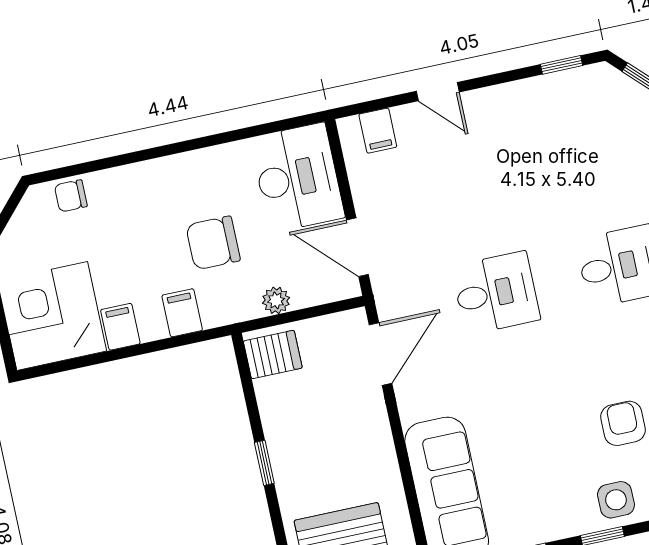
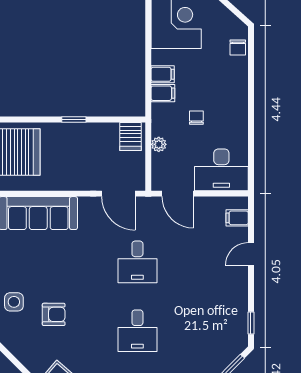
chair: (71, 196) -> (238, 47), turned 180
chair: (213, 243) -> (196, 118), width x0.54, depth x0.54
door: (357, 247) -> (178, 194), swing flipped
filing cabinet: (120, 327) -> (163, 74), moved

